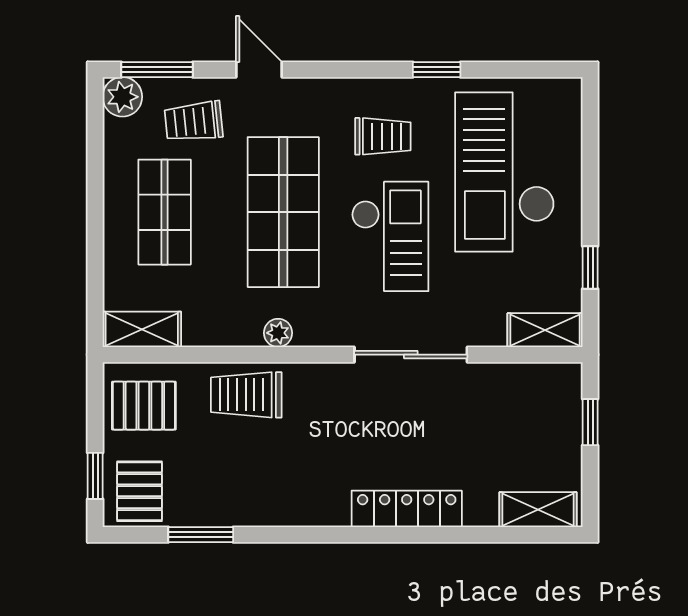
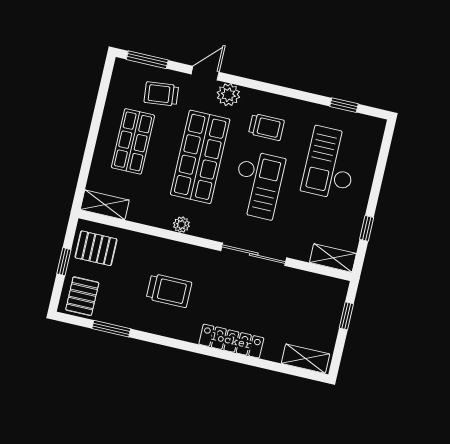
door: (259, 70) -> (205, 73), hinge flipped
window: (437, 70) -> (344, 105), moved
plant: (122, 97) -> (228, 95), moved
checkout: (505, 172) -> (331, 163), width x0.73, depth x0.83
trolley: (246, 395) -> (169, 291), moved, turned 180
window: (95, 476) -> (64, 262), moved

